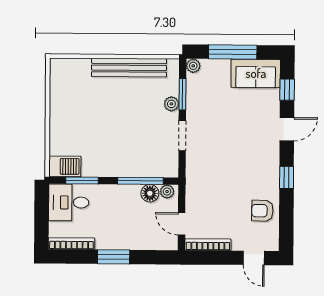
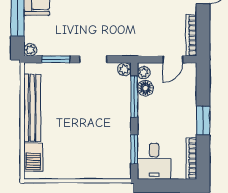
plant: (171, 104) -> (124, 69), moved
barbecue: (65, 166) -> (33, 157), moved, turned 180

